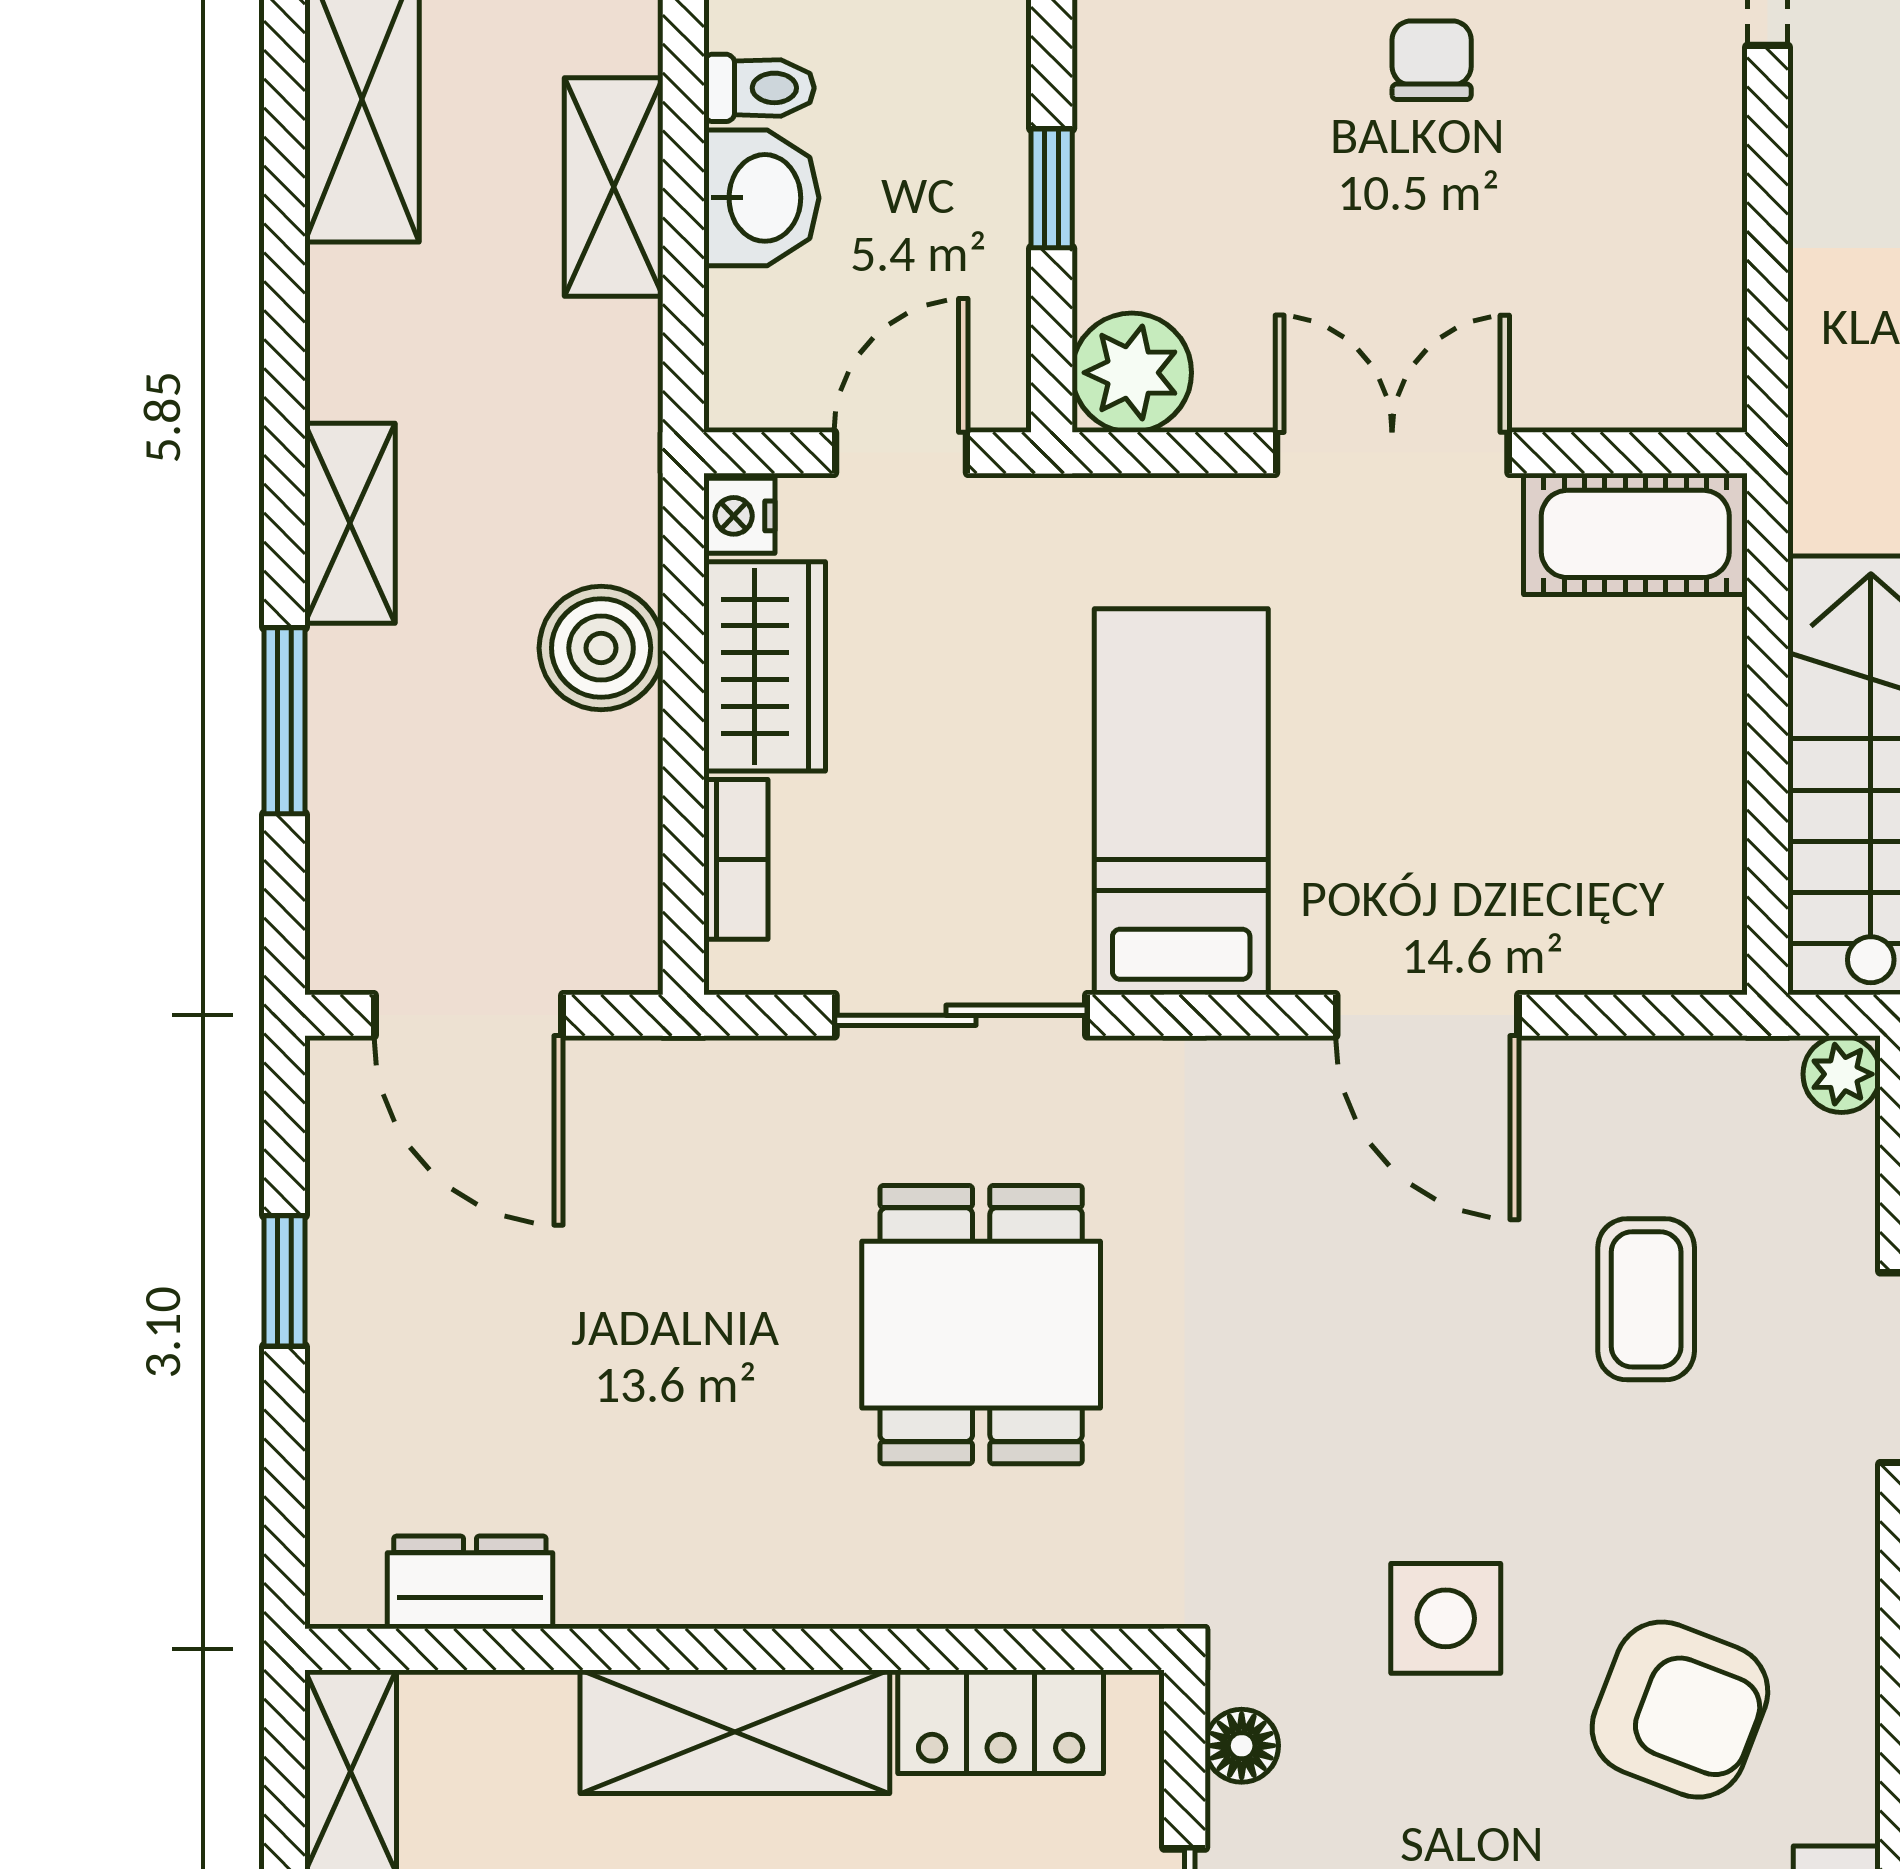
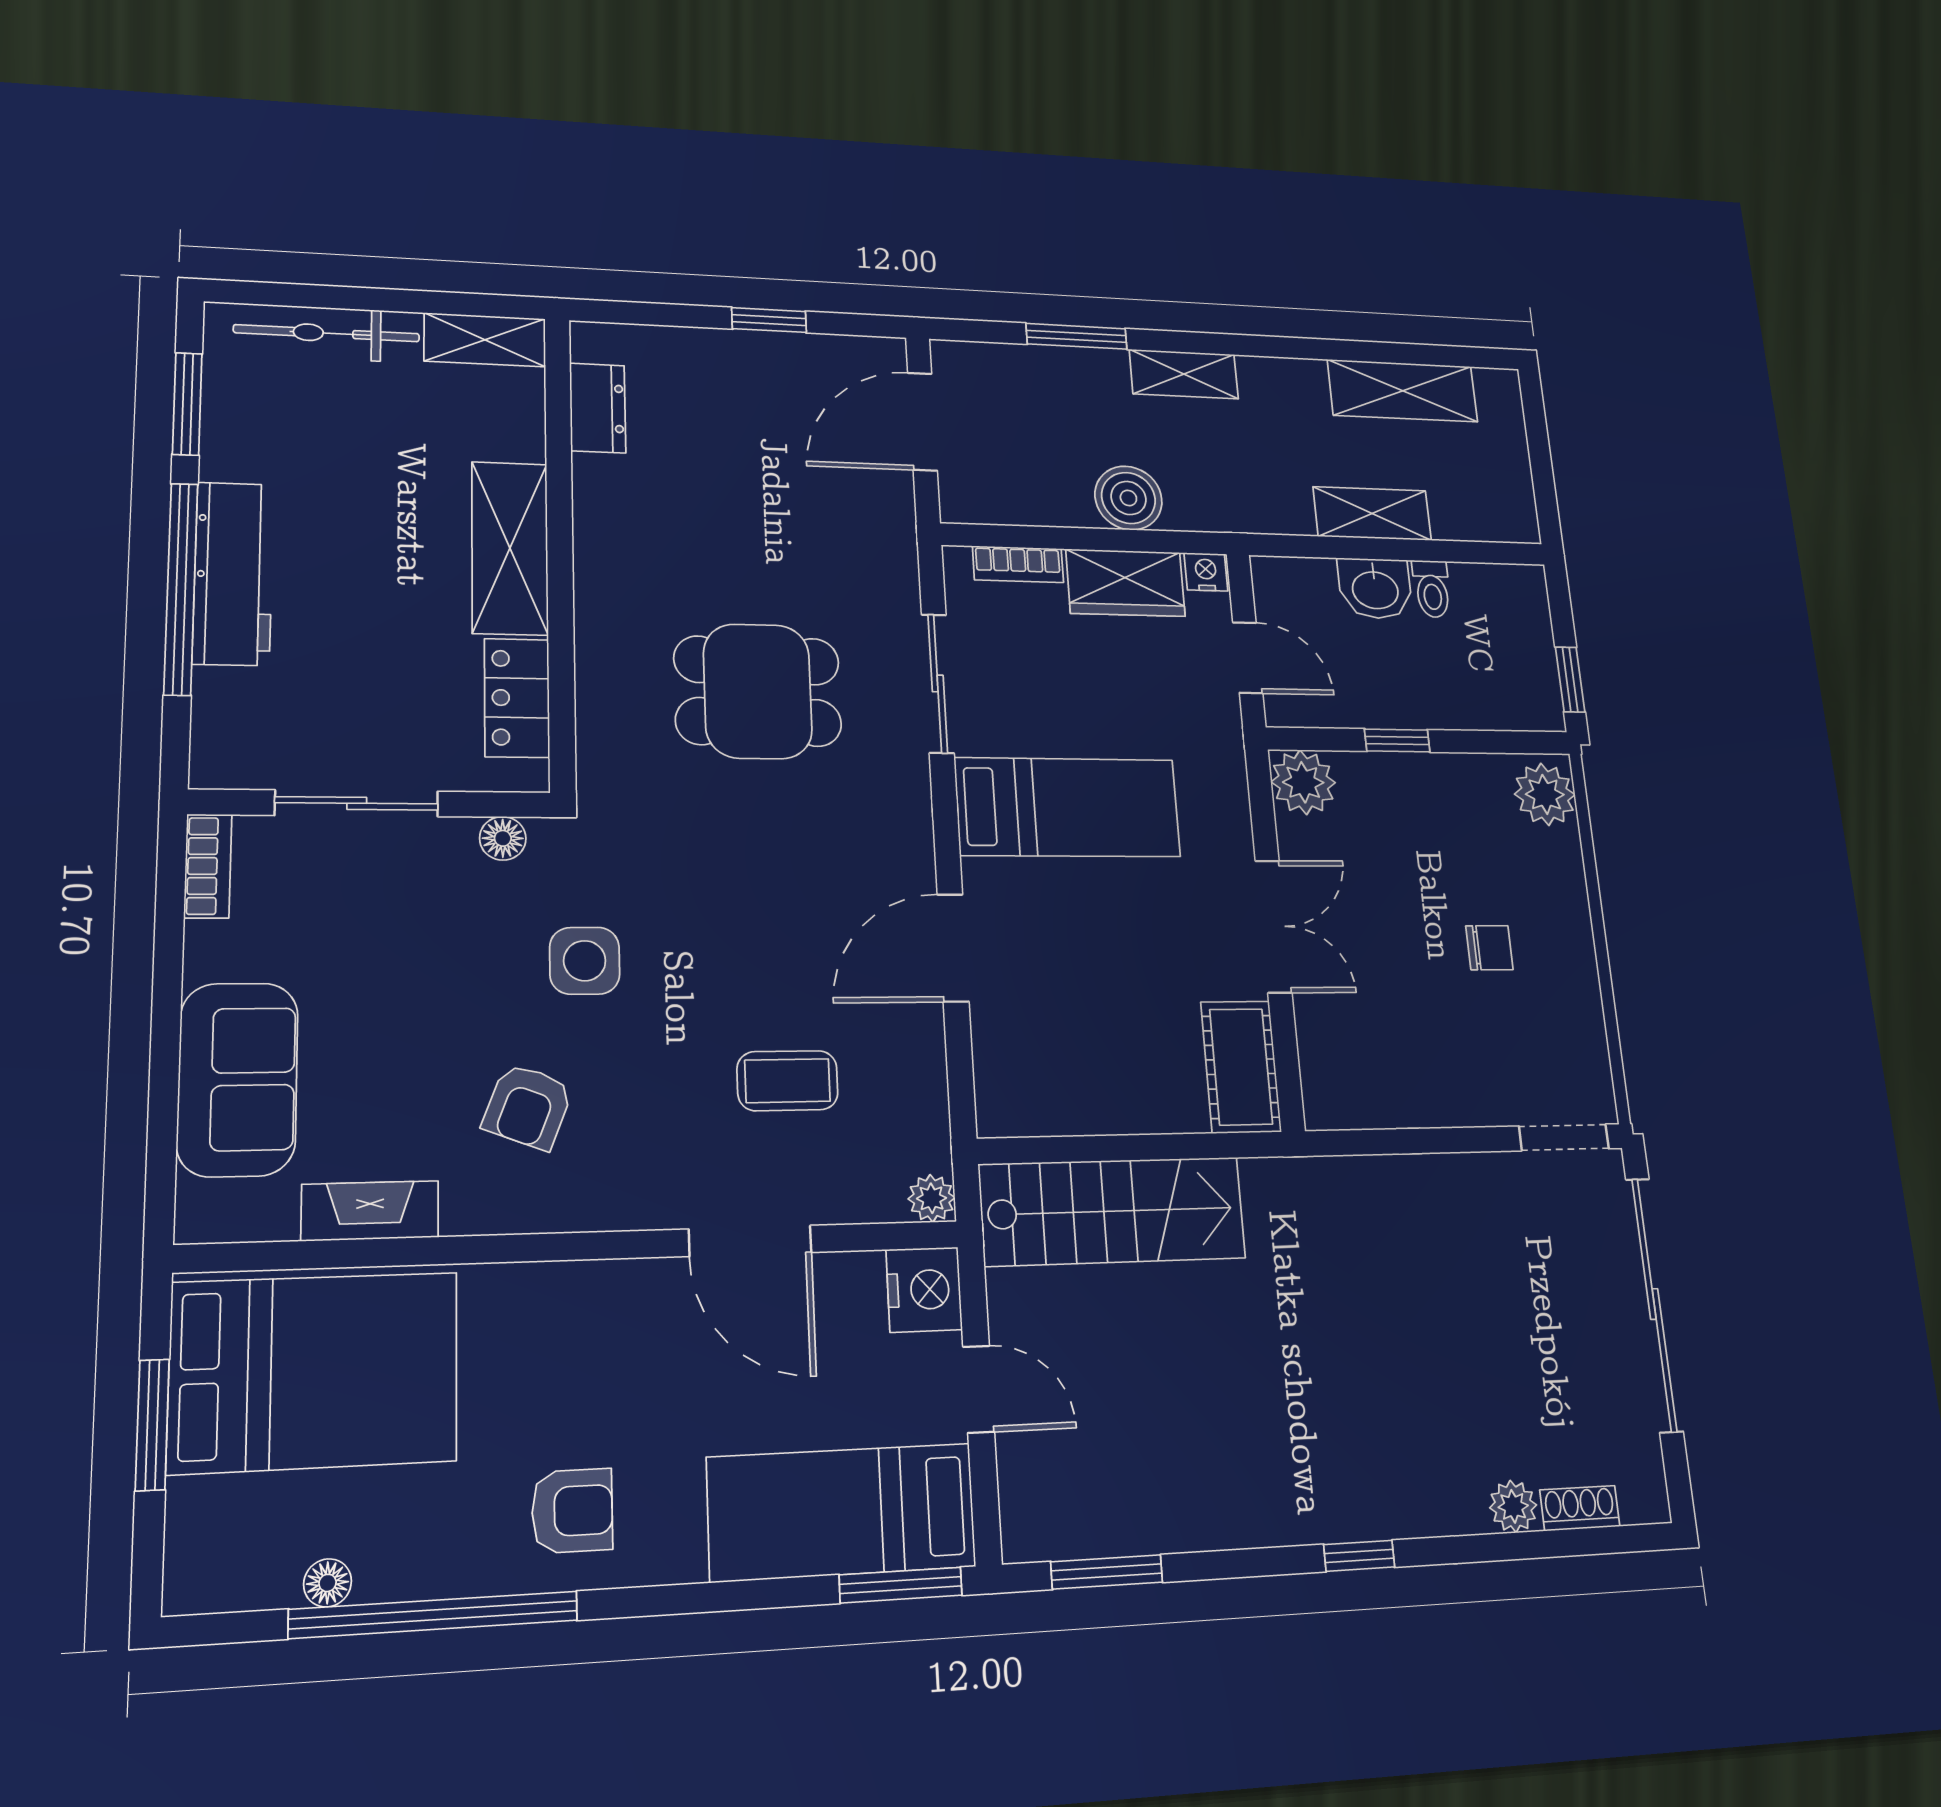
armchair: (1680, 1710) -> (528, 1106), width x0.72, depth x0.72

